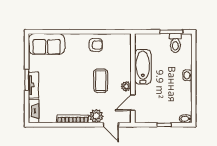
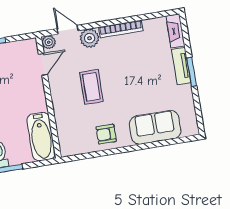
sofa: (47, 44) -> (155, 127), moved
bathtub: (143, 67) -> (41, 137), moved
plant: (126, 86) -> (49, 42), moved

